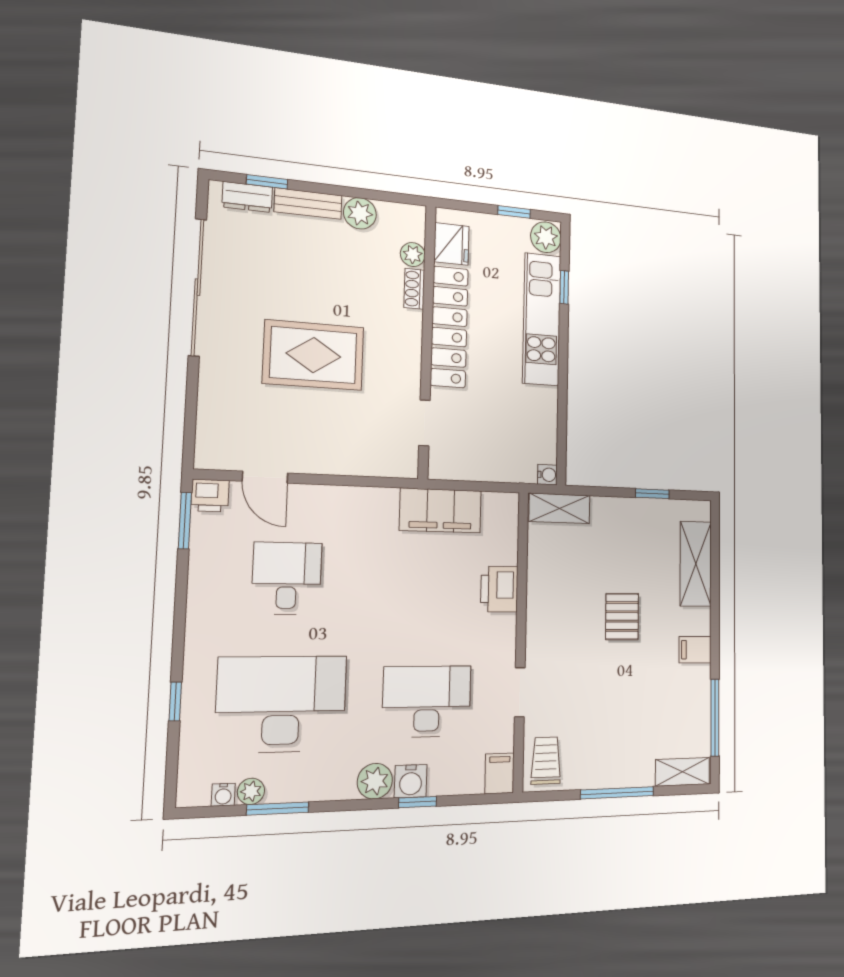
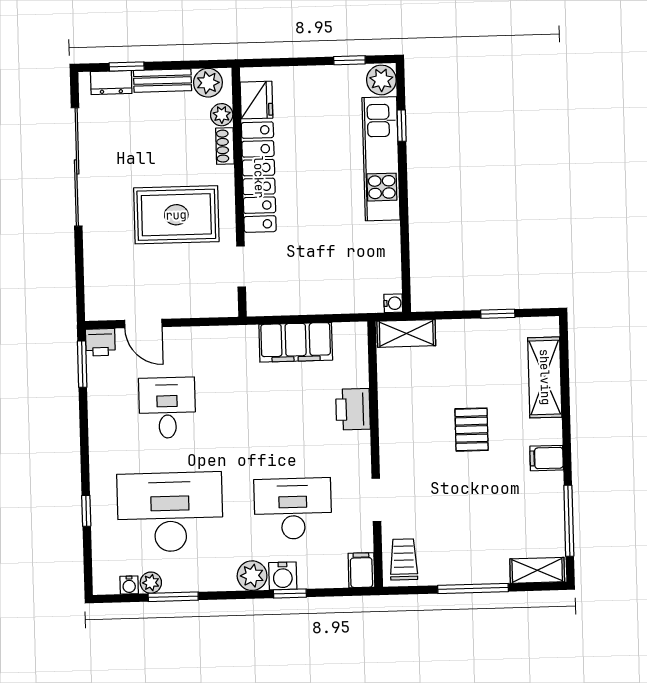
fridge: (451, 244) -> (256, 100), moved
plant: (413, 255) -> (222, 115), moved
shoe rack: (414, 289) -> (225, 146), moved
locker: (449, 327) -> (259, 177), moved
wall: (427, 341) -> (239, 192), moved
doorway: (424, 423) -> (241, 266), moved

